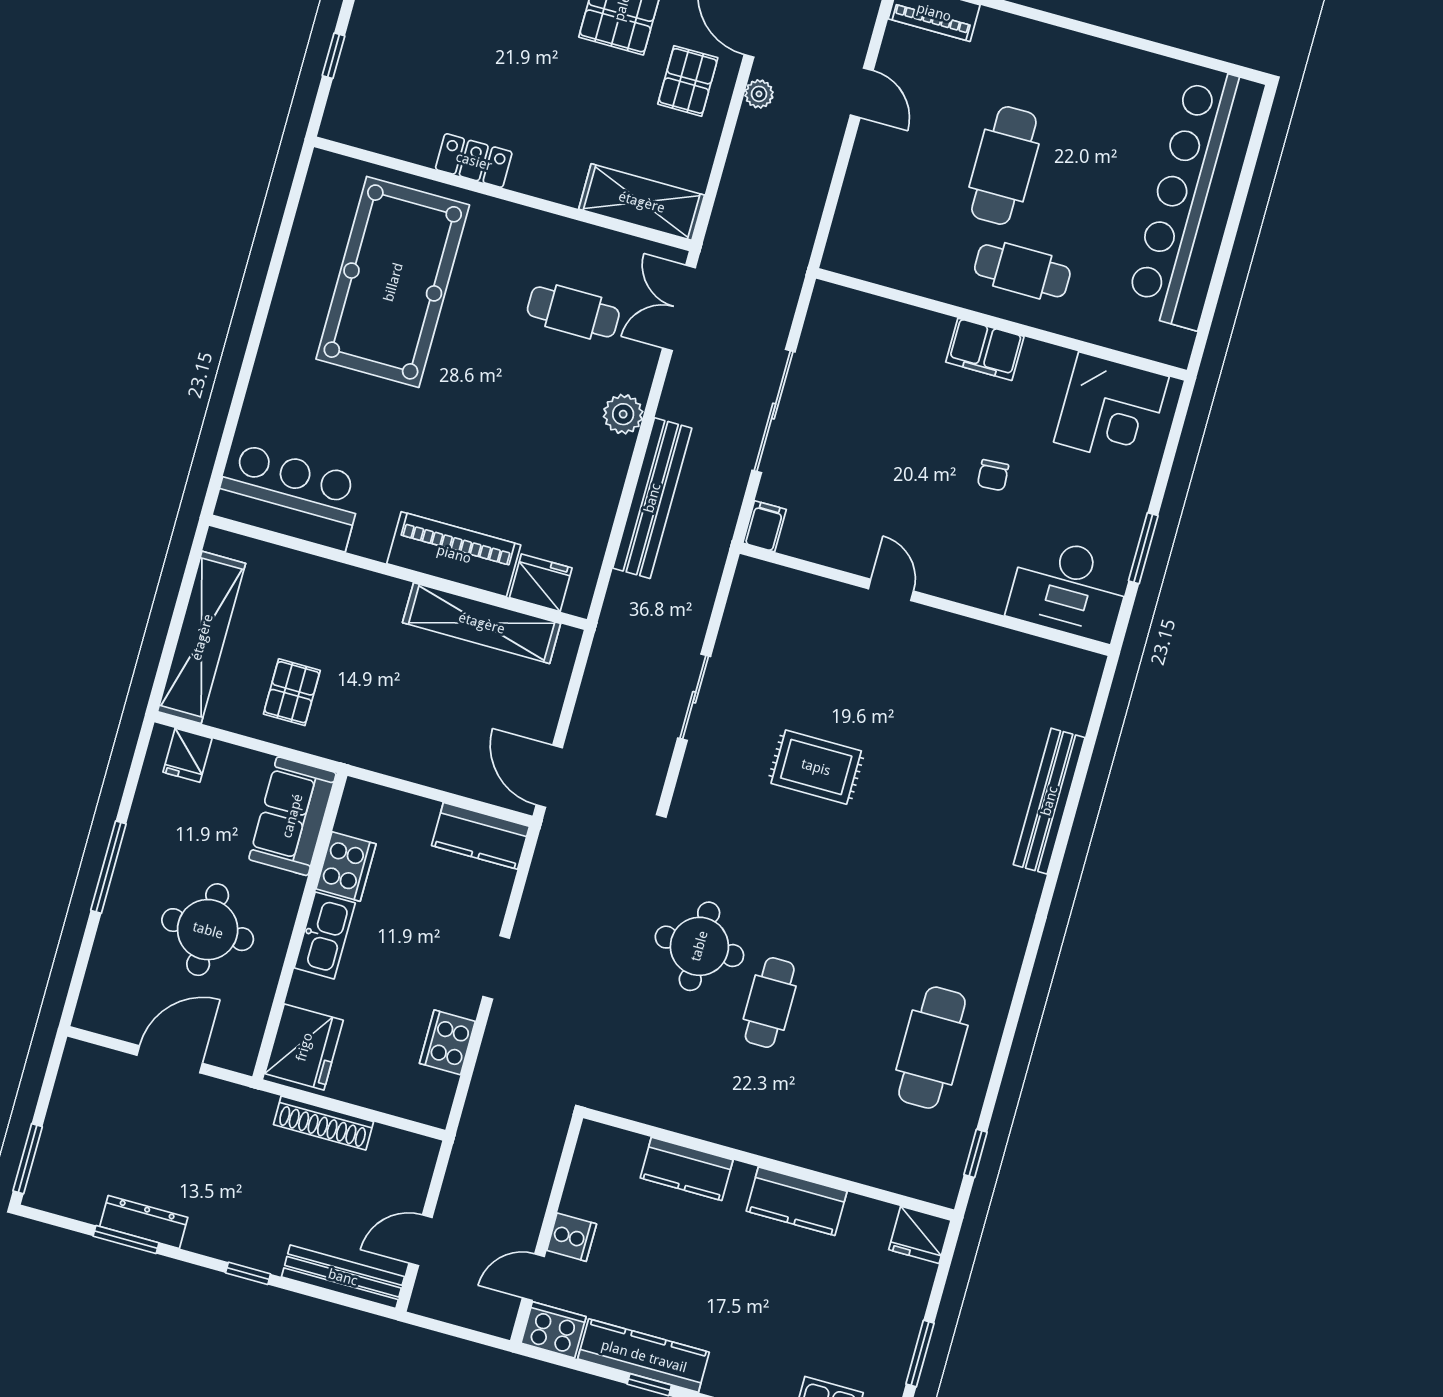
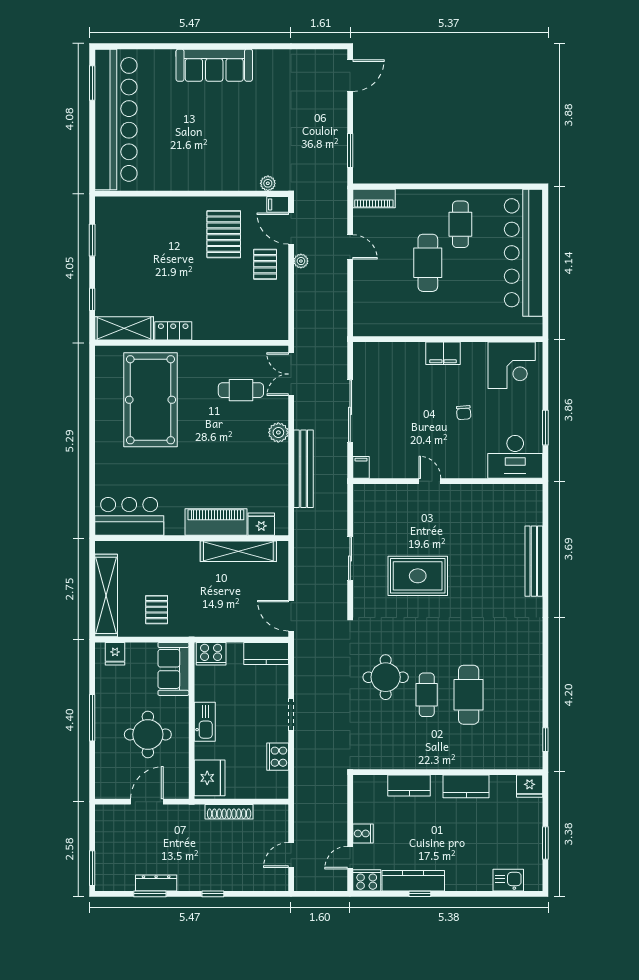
shelving: (642, 202) -> (124, 328), moved
cafe table: (1022, 271) -> (460, 224), moved, turned 90
rug: (816, 767) -> (418, 576), width x1.36, depth x1.43
cooker: (346, 866) -> (211, 654), moved, turned 90
cafe table: (932, 1048) -> (469, 695), moved
bench: (343, 1277) -> (259, 883), removed

